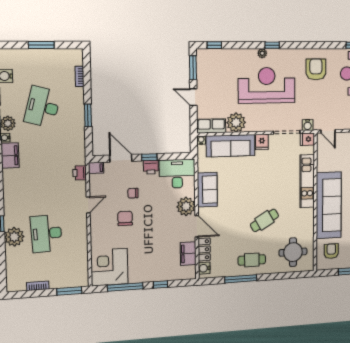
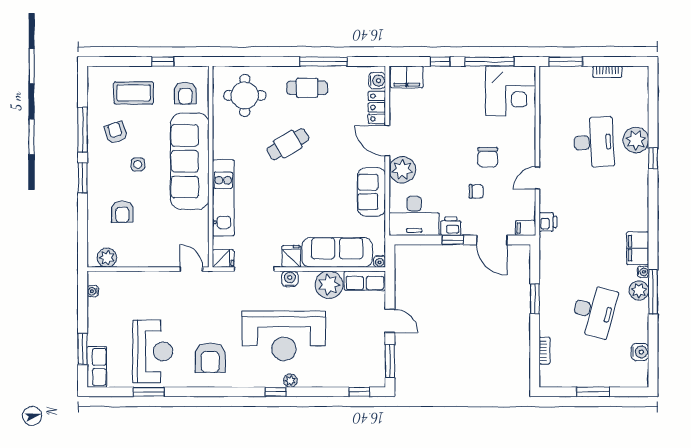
water cooler: (308, 125) -> (290, 279), moved
filing cabinet: (188, 254) -> (407, 77), moved, turned 90

